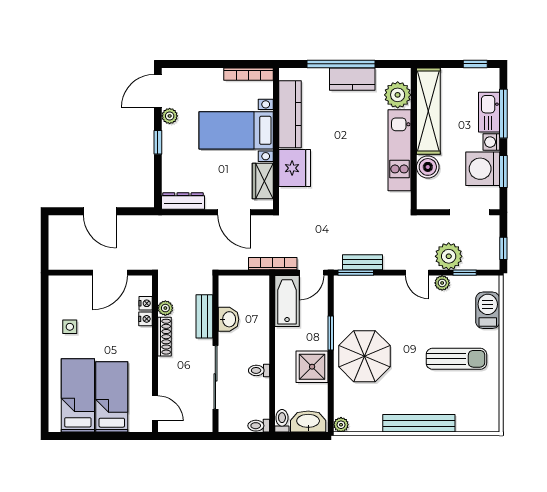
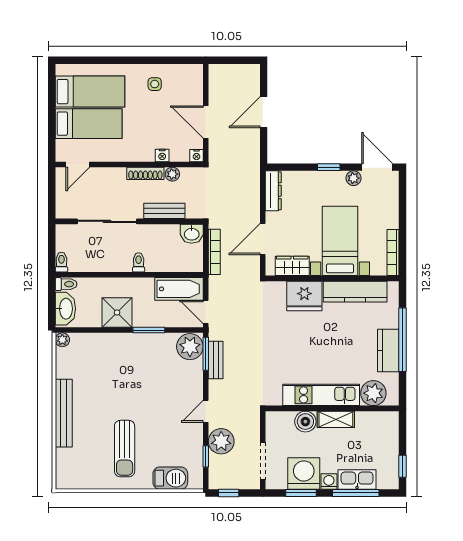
shelving: (428, 111) -> (336, 419), width x0.45, depth x0.75
bookcase: (273, 264) -> (214, 252), moved
plant: (442, 283) -> (190, 347), moved, width x1.87, depth x1.87
nightstand: (146, 303) -> (197, 156), moved
washbasin: (229, 319) -> (192, 234), moved
parasol: (364, 356) -> (127, 362), removed
toilet: (259, 370) -> (139, 262), moved

